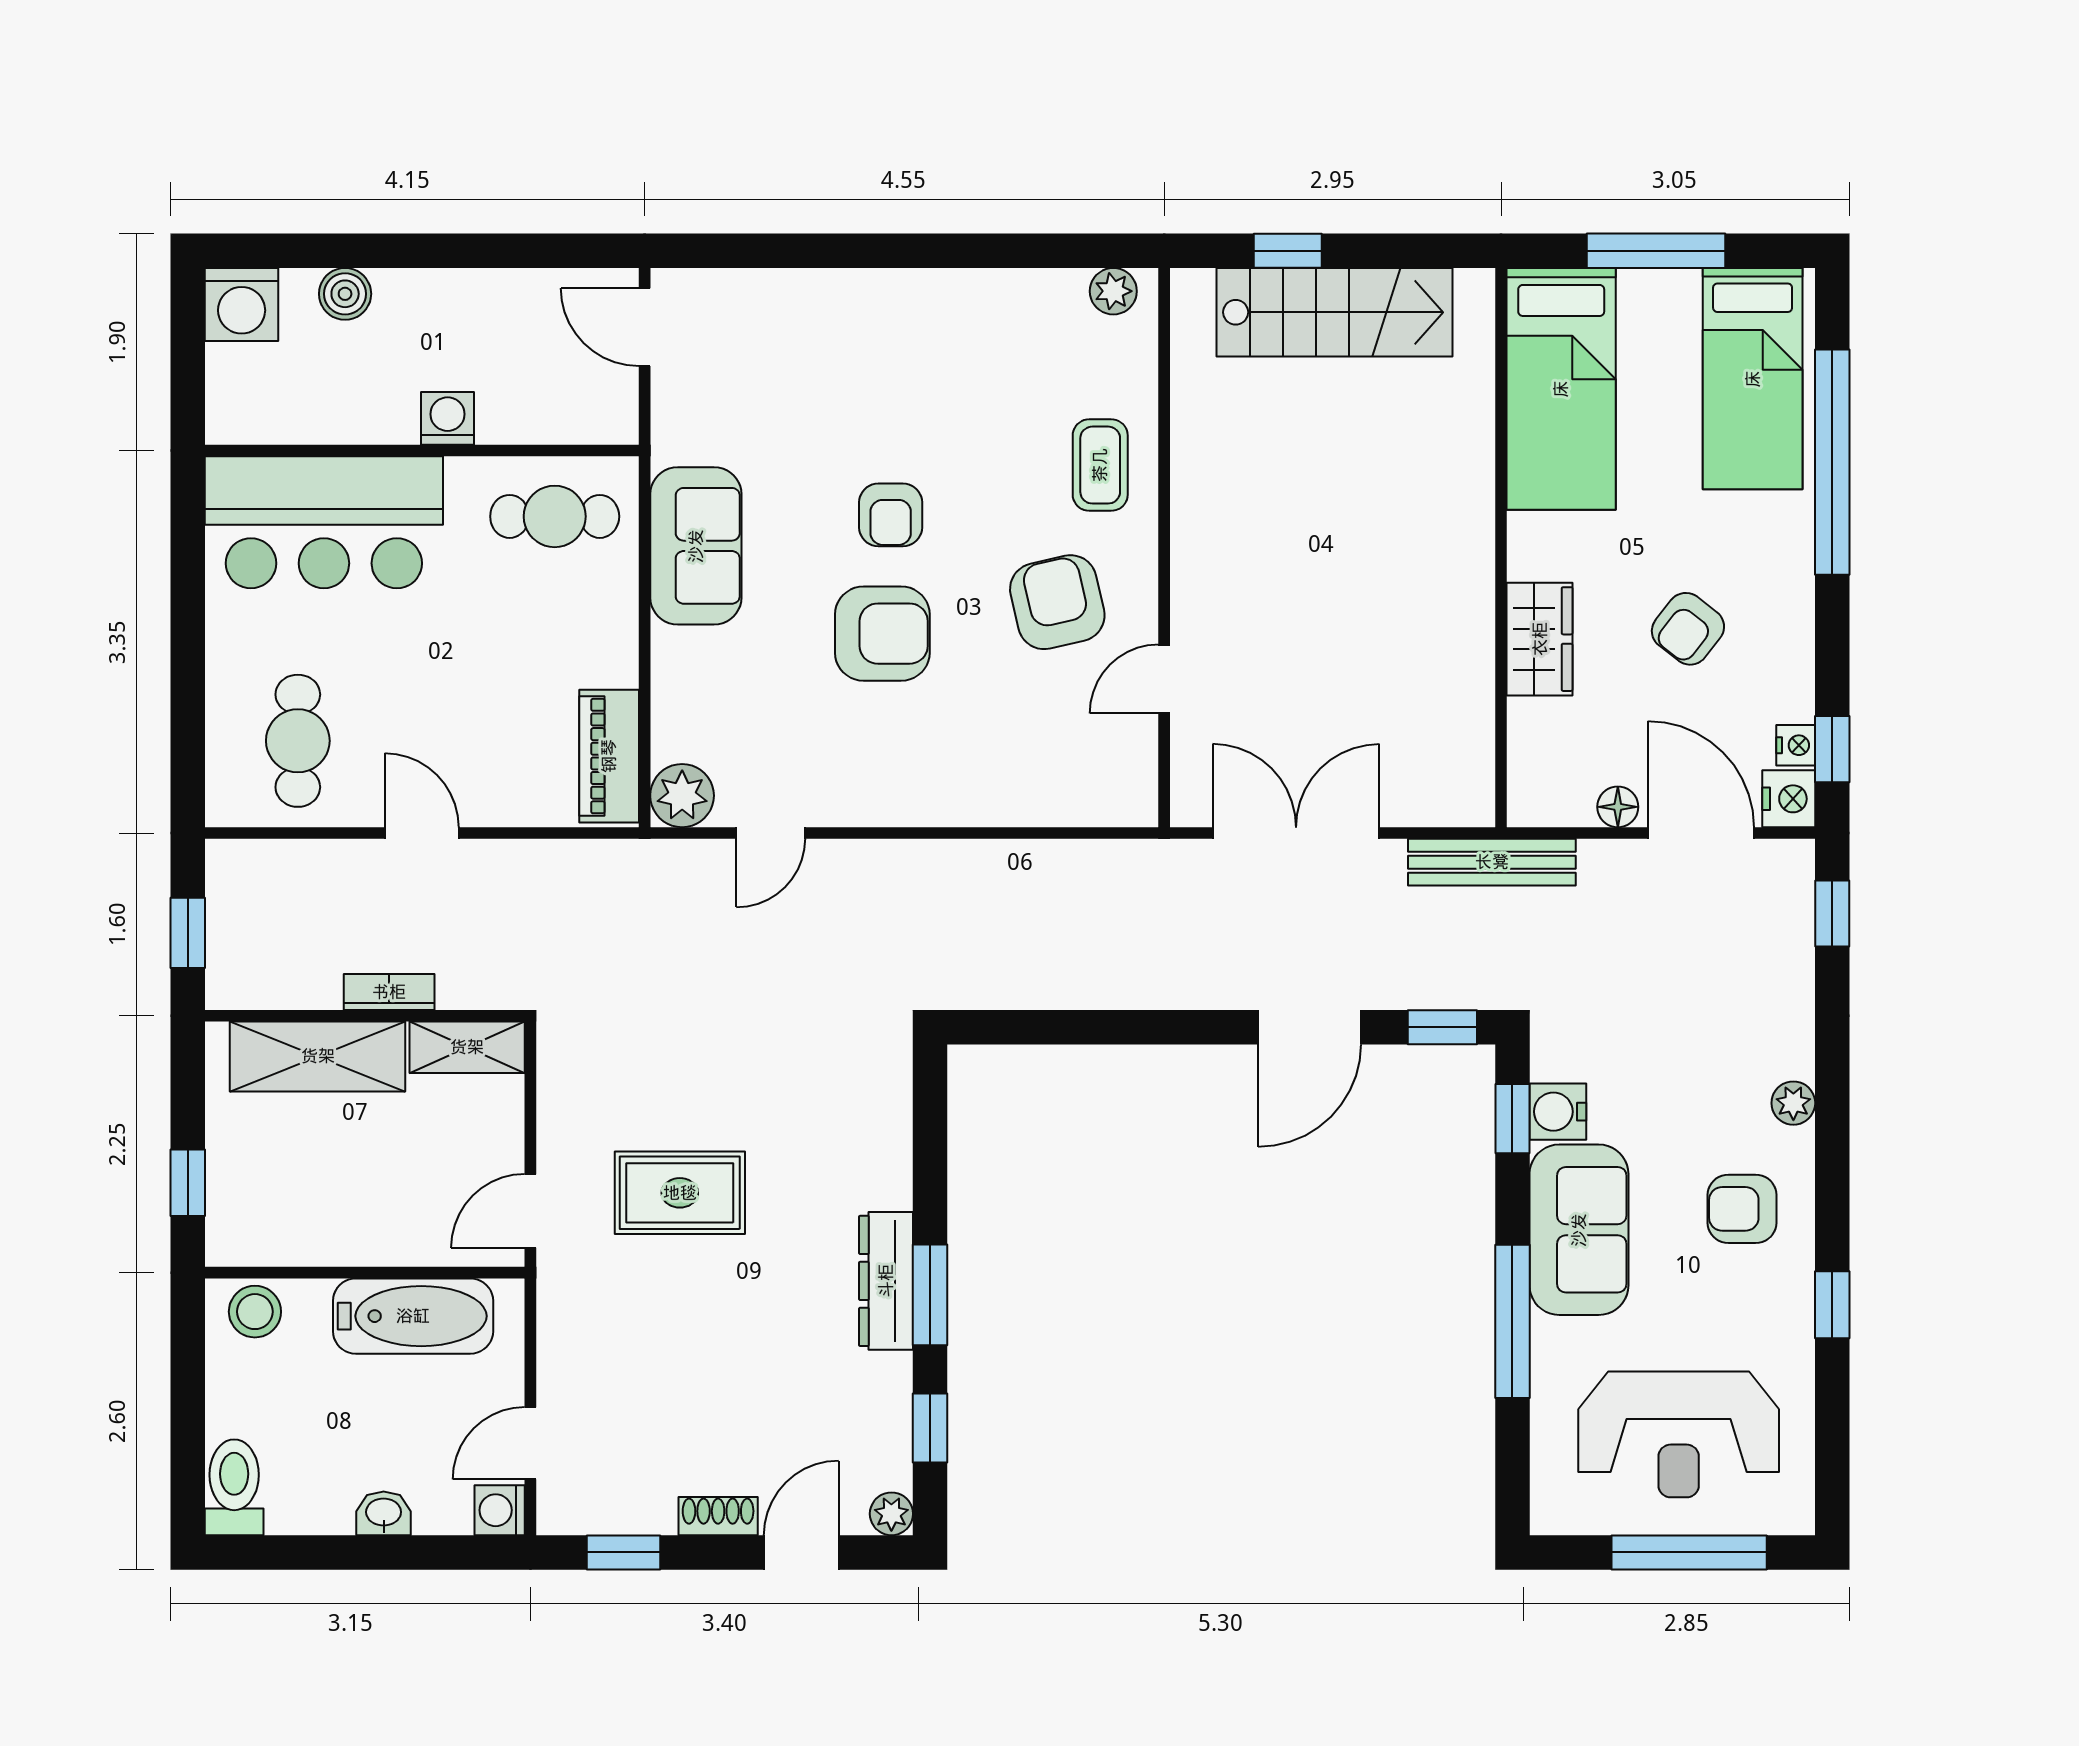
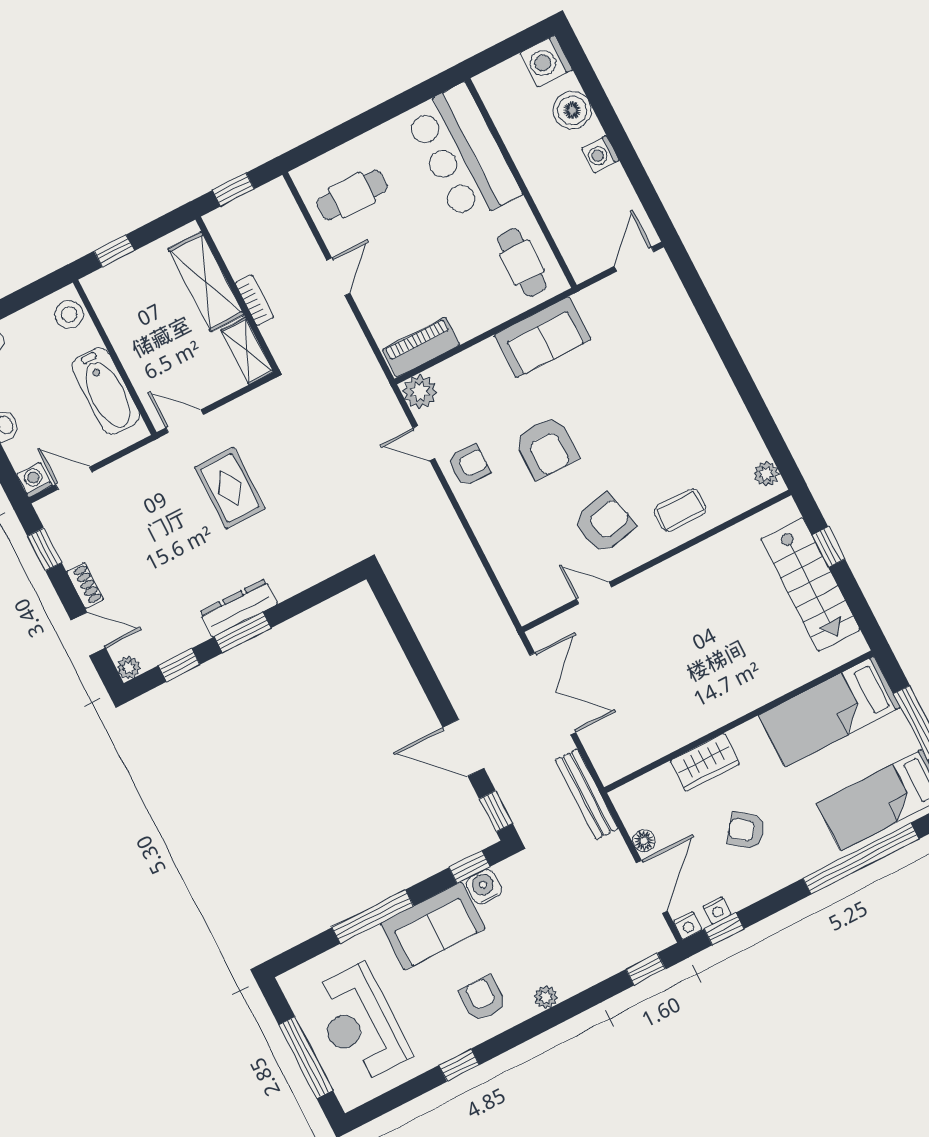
boiler: (345, 294) -> (572, 110), width x1.36, depth x1.36
washing machine: (448, 418) -> (600, 154), moved, turned 180
armchair: (891, 515) -> (469, 465), moved, turned 180
nightstand: (1789, 799) -> (688, 926), width x0.72, depth x0.74

